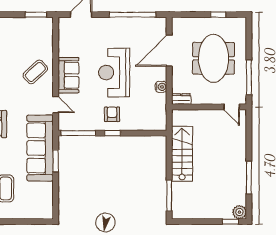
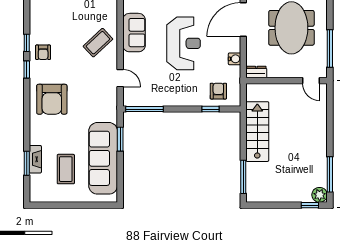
reception desk: (114, 73) -> (184, 43), turned 180
sofa: (68, 75) -> (134, 33), moved
armchair: (112, 114) -> (218, 91), moved
window: (112, 133) -> (211, 109), moved
sofa: (40, 148) -> (103, 158), moved
window: (249, 177) -> (330, 174), moved

